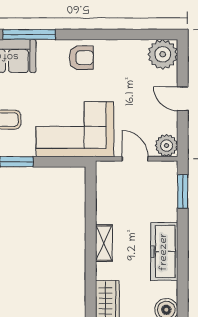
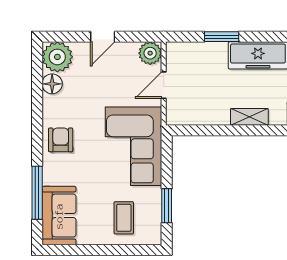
floor lamp: (136, 49) -> (52, 84), added
window: (183, 191) -> (222, 37), moved

